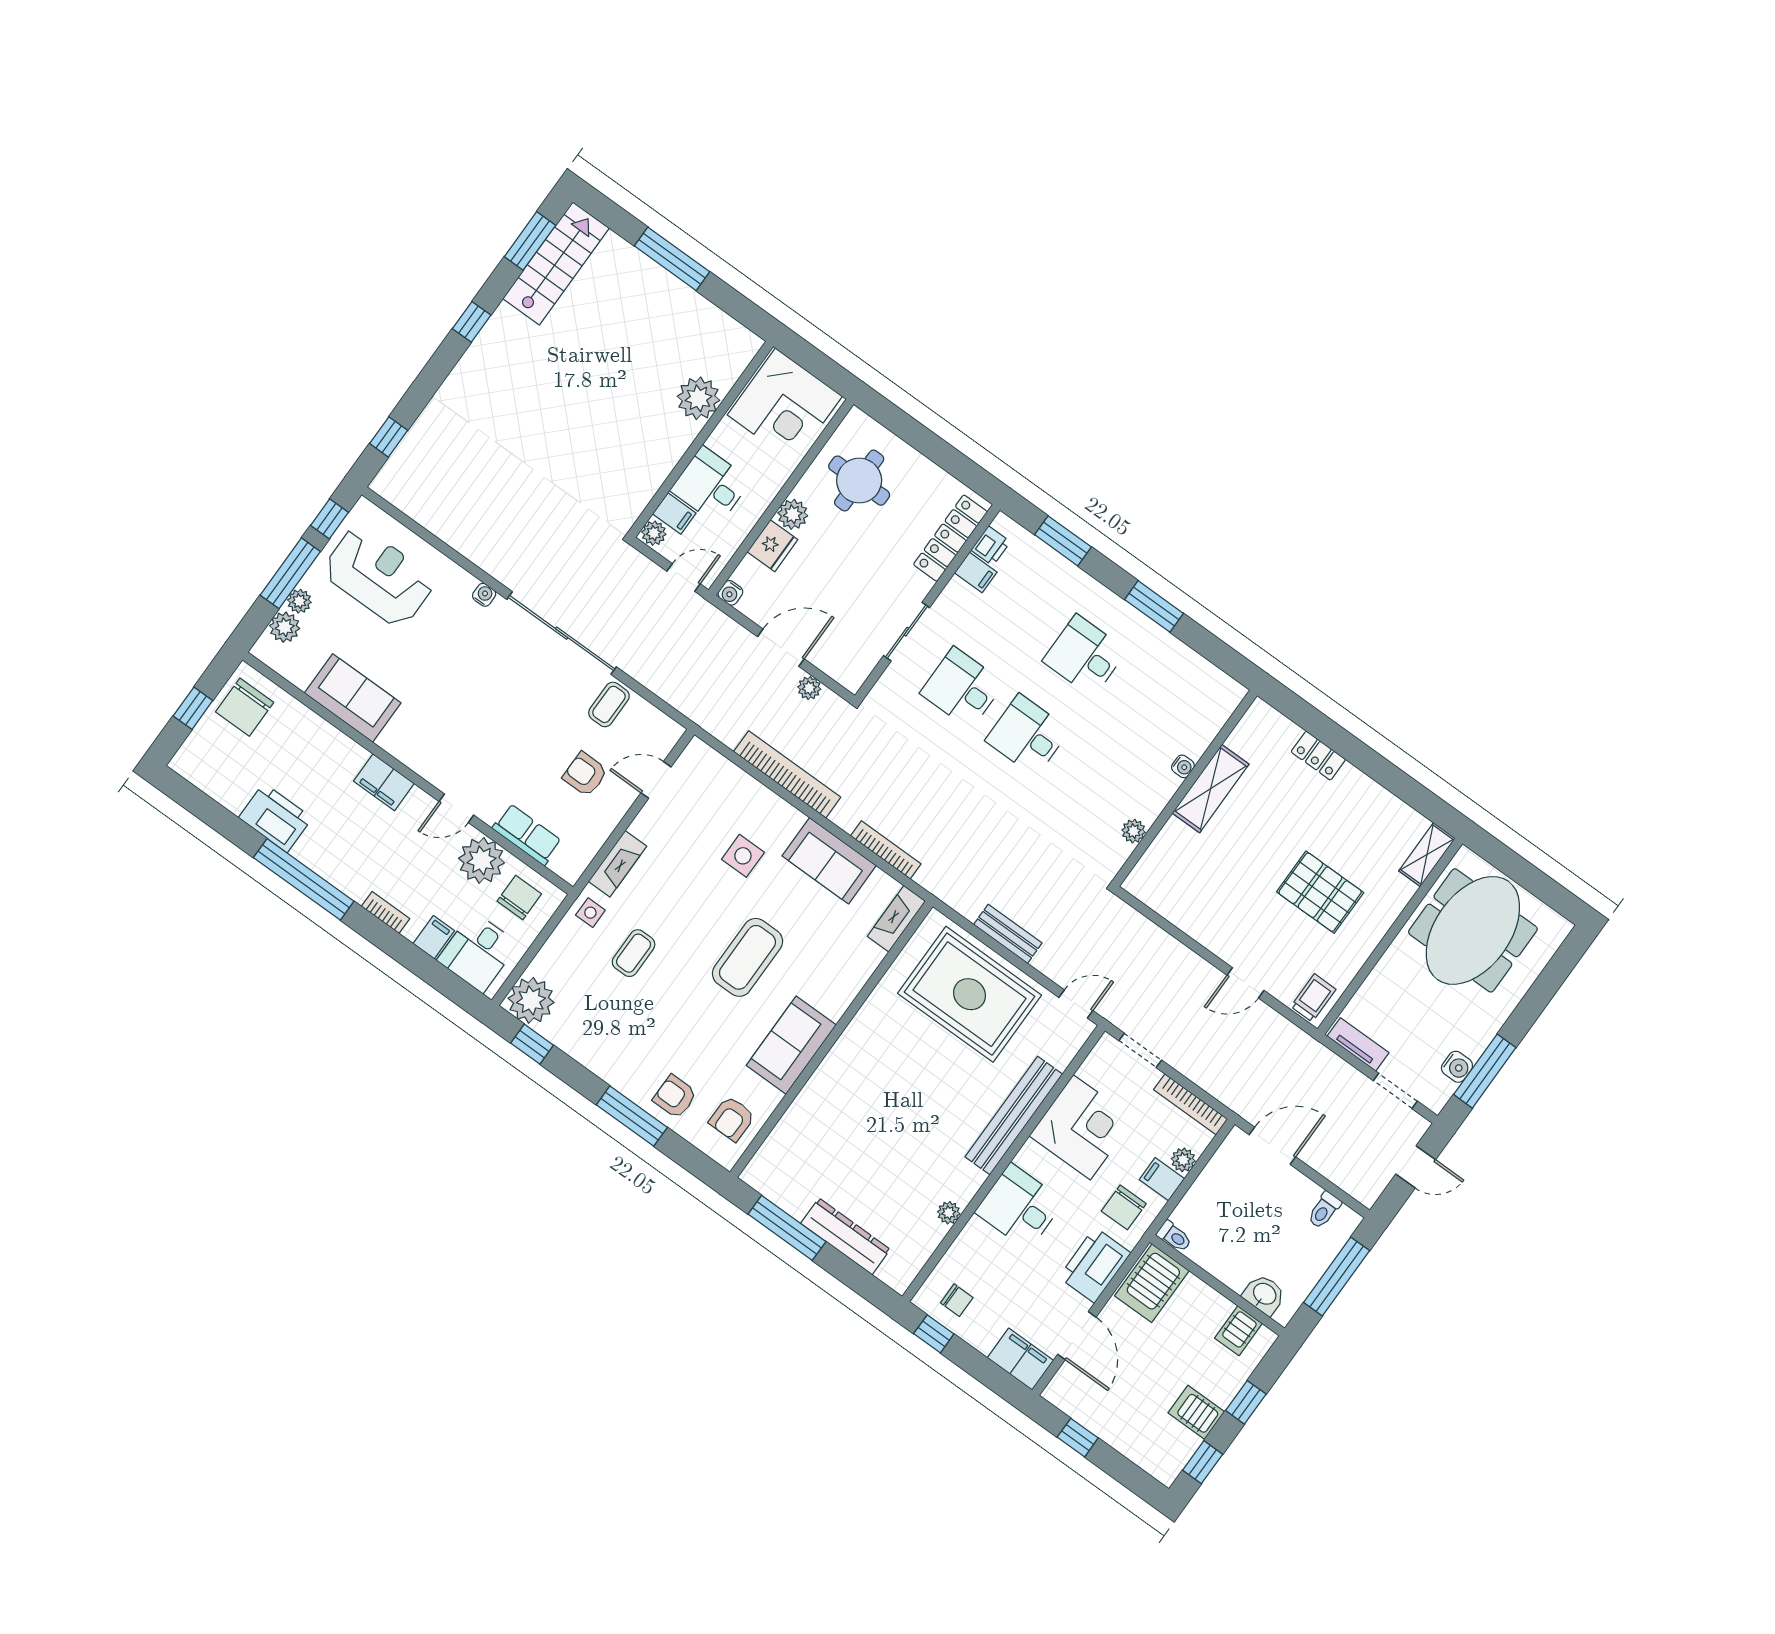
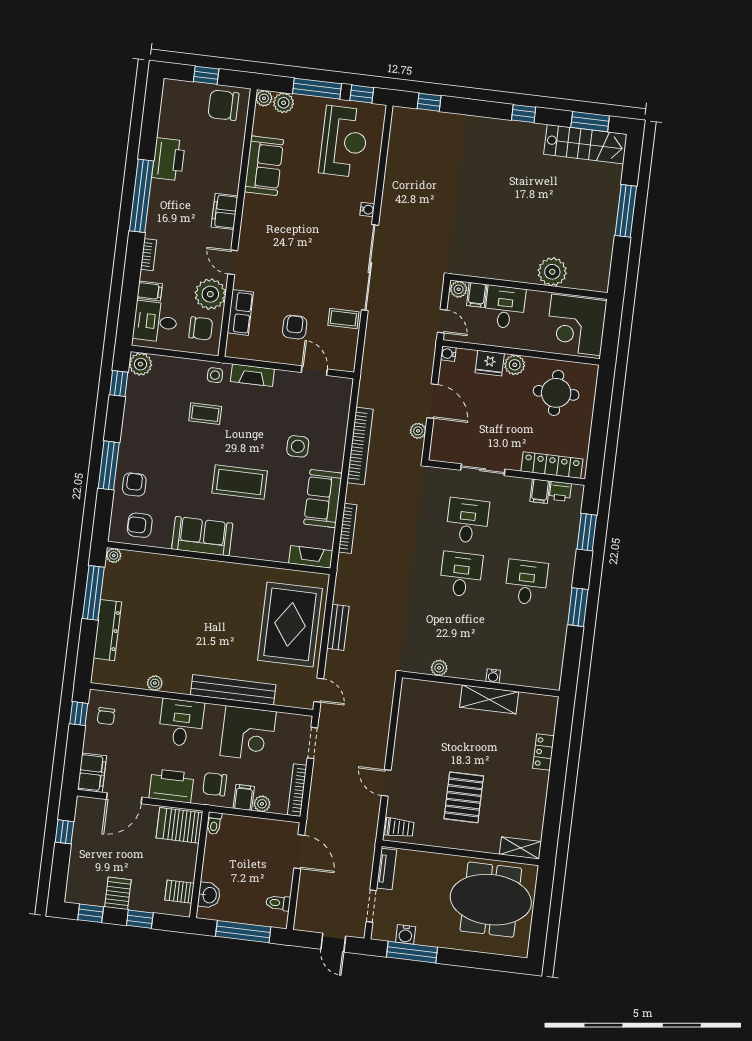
plant: (299, 601) -> (264, 98), moved
plant: (531, 1000) -> (140, 364), width x0.73, depth x0.73
plant: (753, 1174) -> (114, 555), added

